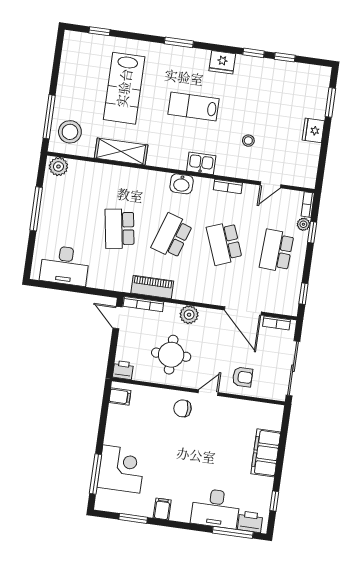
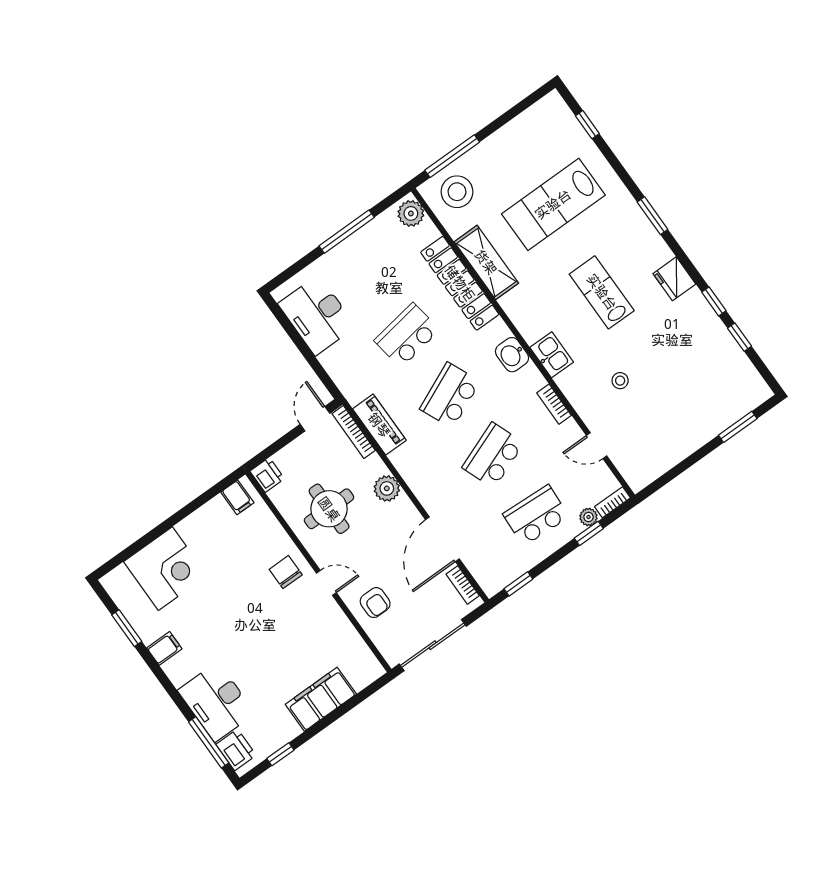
fridge: (313, 130) -> (693, 437), removed
locker: (119, 176) -> (460, 283), added
school desk: (172, 236) -> (450, 395), turned -42
window: (96, 474) -> (135, 547), removed

